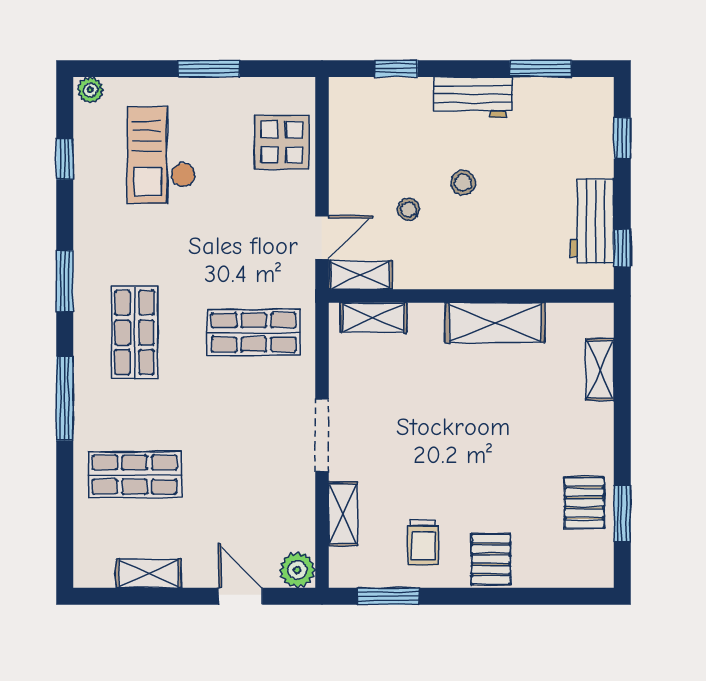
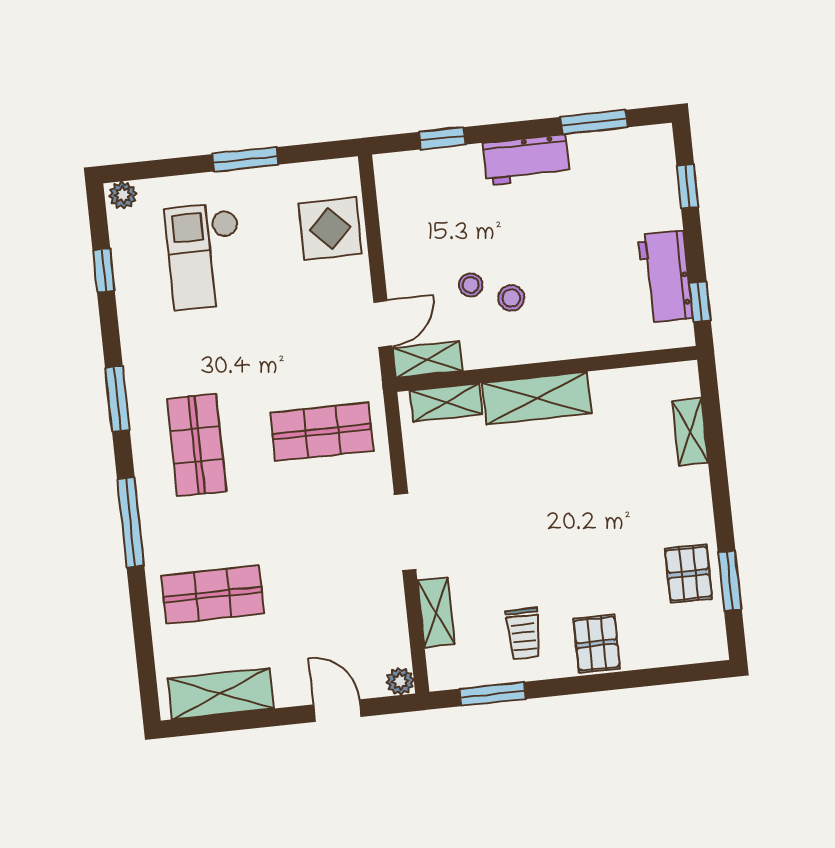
stool: (463, 183) -> (511, 298), moved
shelving: (495, 323) -> (537, 398), moved
plant: (297, 570) -> (400, 681), width x0.73, depth x0.73
shelving: (148, 573) -> (221, 694), width x1.50, depth x1.33

